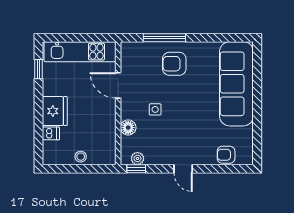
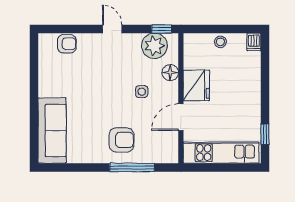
sofa: (236, 84) -> (52, 131), width x0.74, depth x0.79
door: (118, 85) -> (181, 117), swing flipped
fridge: (55, 111) -> (196, 85), moved, turned 180
dishwasher: (51, 133) -> (254, 42), moved, turned -90
plant: (137, 158) -> (154, 46), width x1.88, depth x1.88

